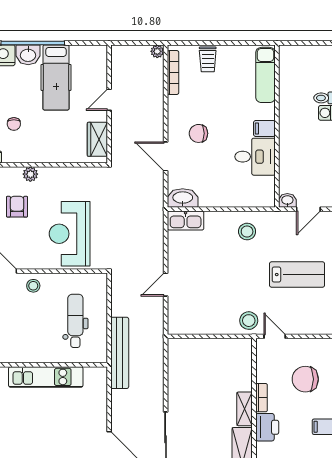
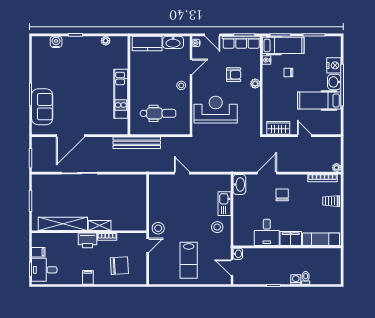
filing cabinet: (264, 129) -> (291, 239), width x2.00
kitchen sink: (186, 221) -> (224, 204), moved
chair: (305, 379) -> (119, 266), turned 87

